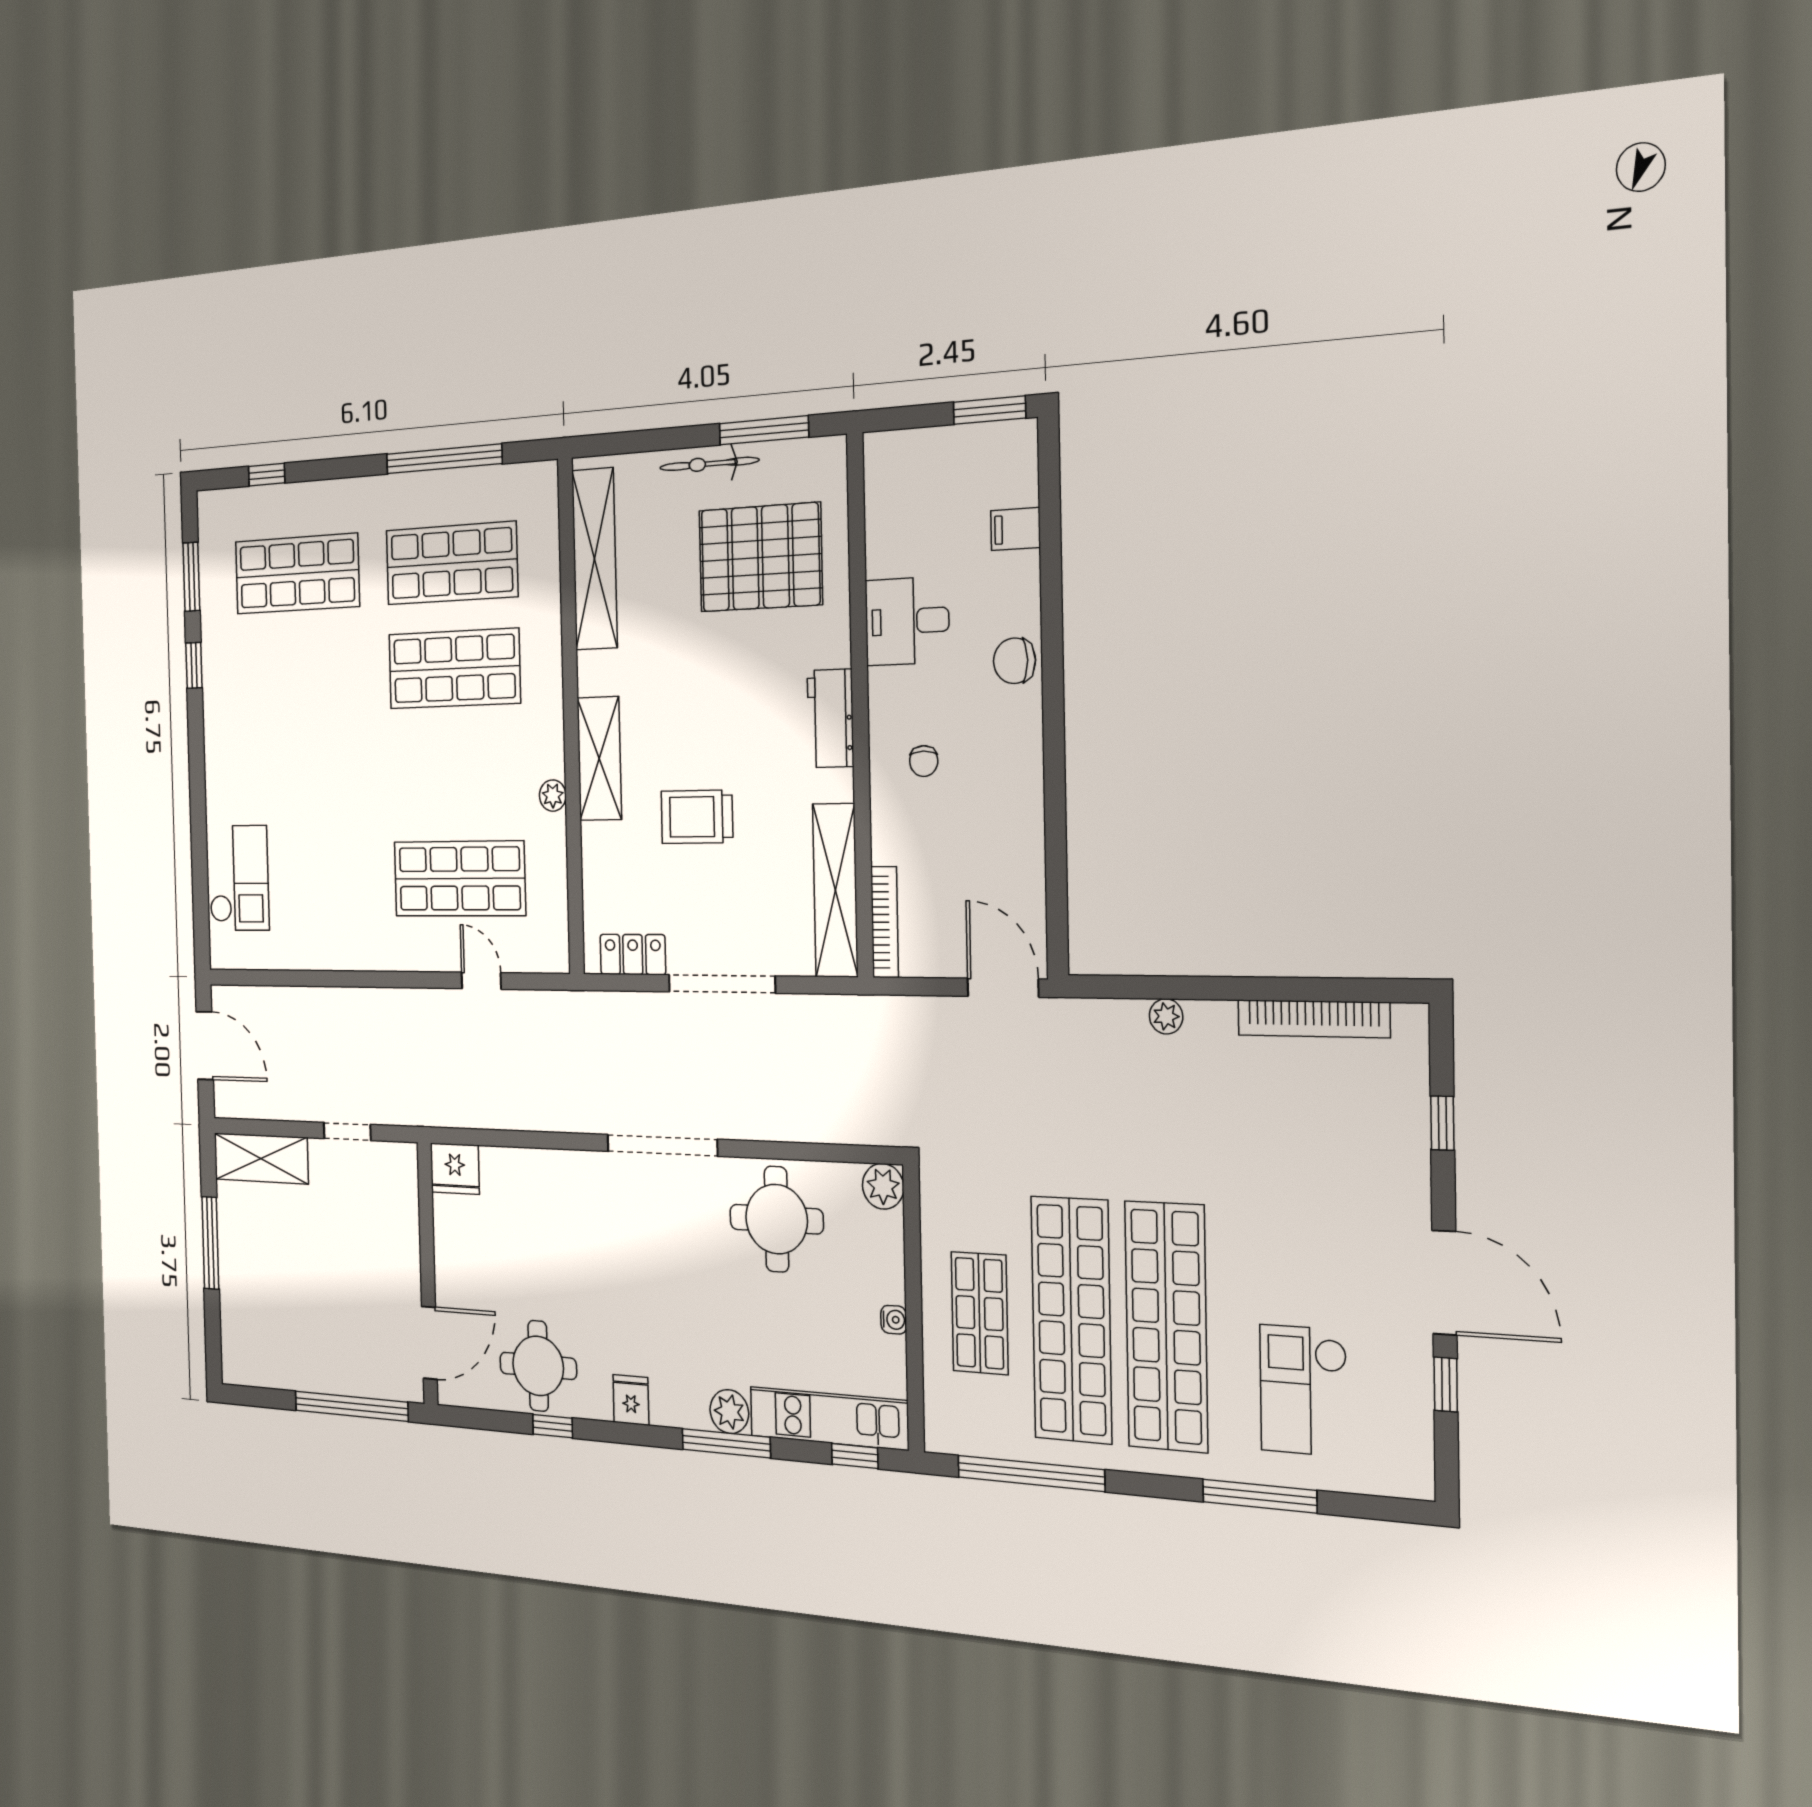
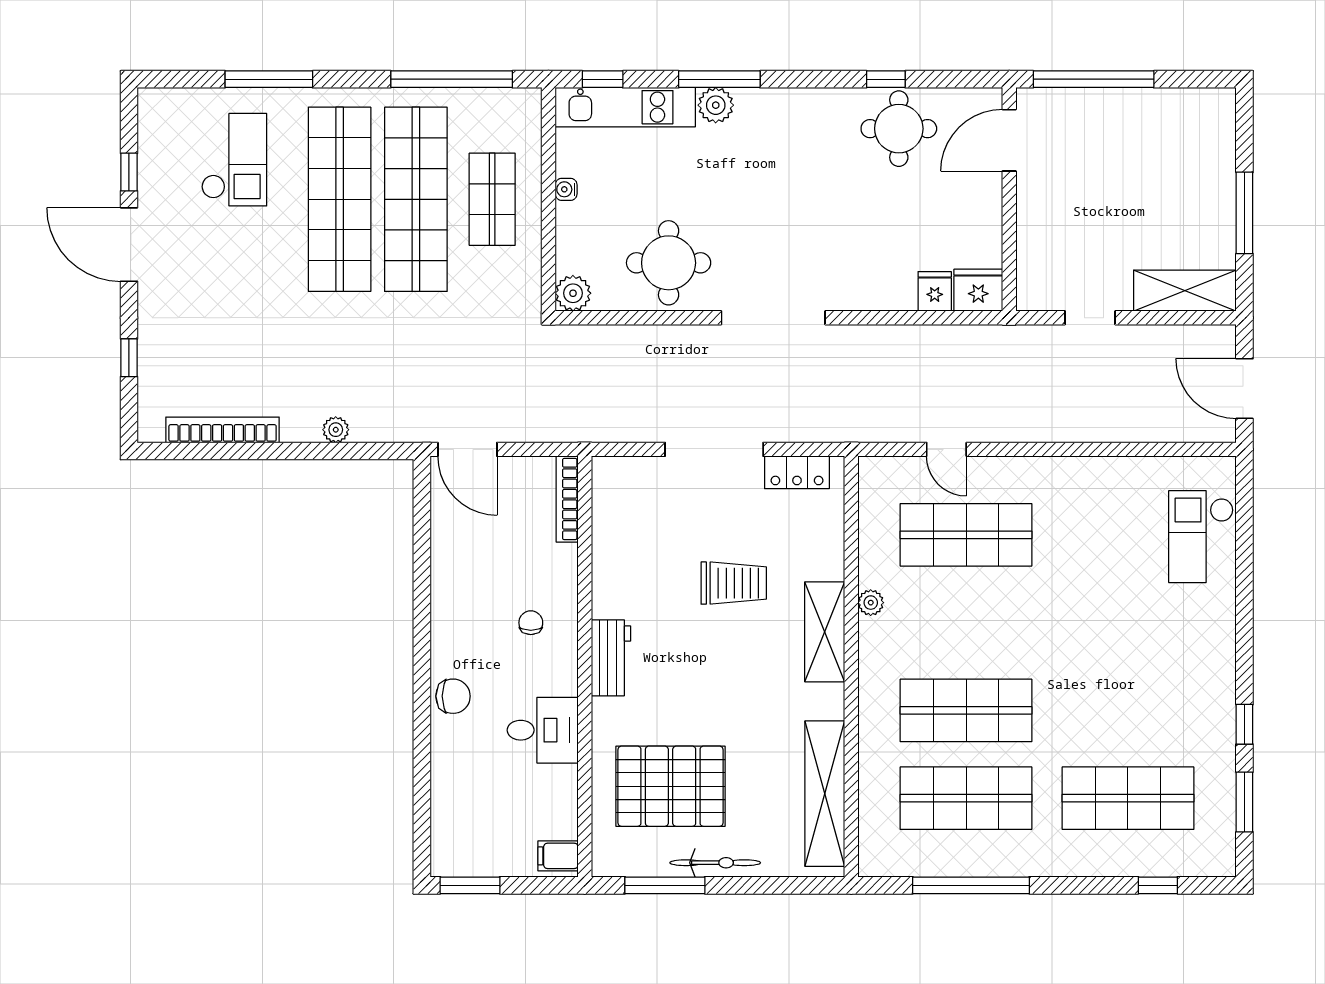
filing cabinet: (1016, 529) -> (558, 856), moved, turned 180
shelving: (835, 890) -> (610, 524), removed
fridge: (631, 1400) -> (935, 291), moved, turned 180

